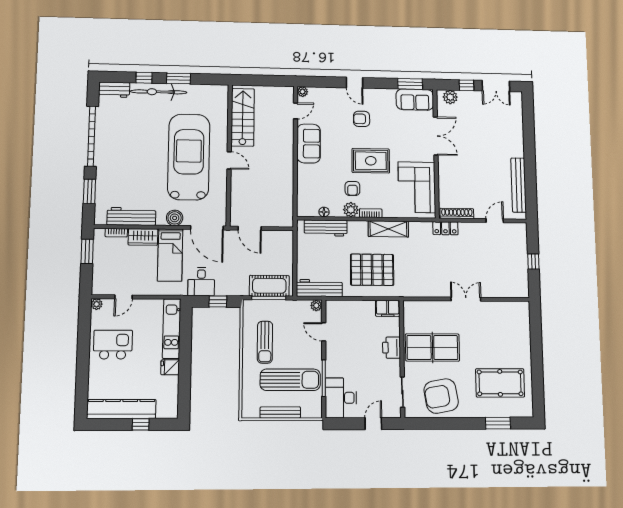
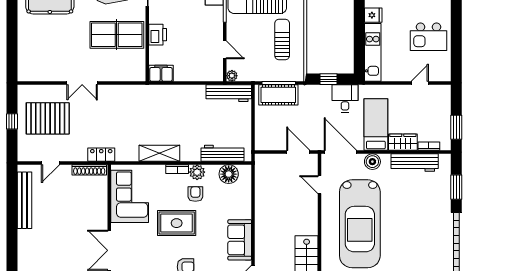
door: (229, 160) -> (320, 185), moved
floor lamp: (324, 212) -> (229, 174), width x1.89, depth x1.89
pallet: (372, 270) -> (48, 118), moved
plant: (97, 304) -> (445, 76), removed

